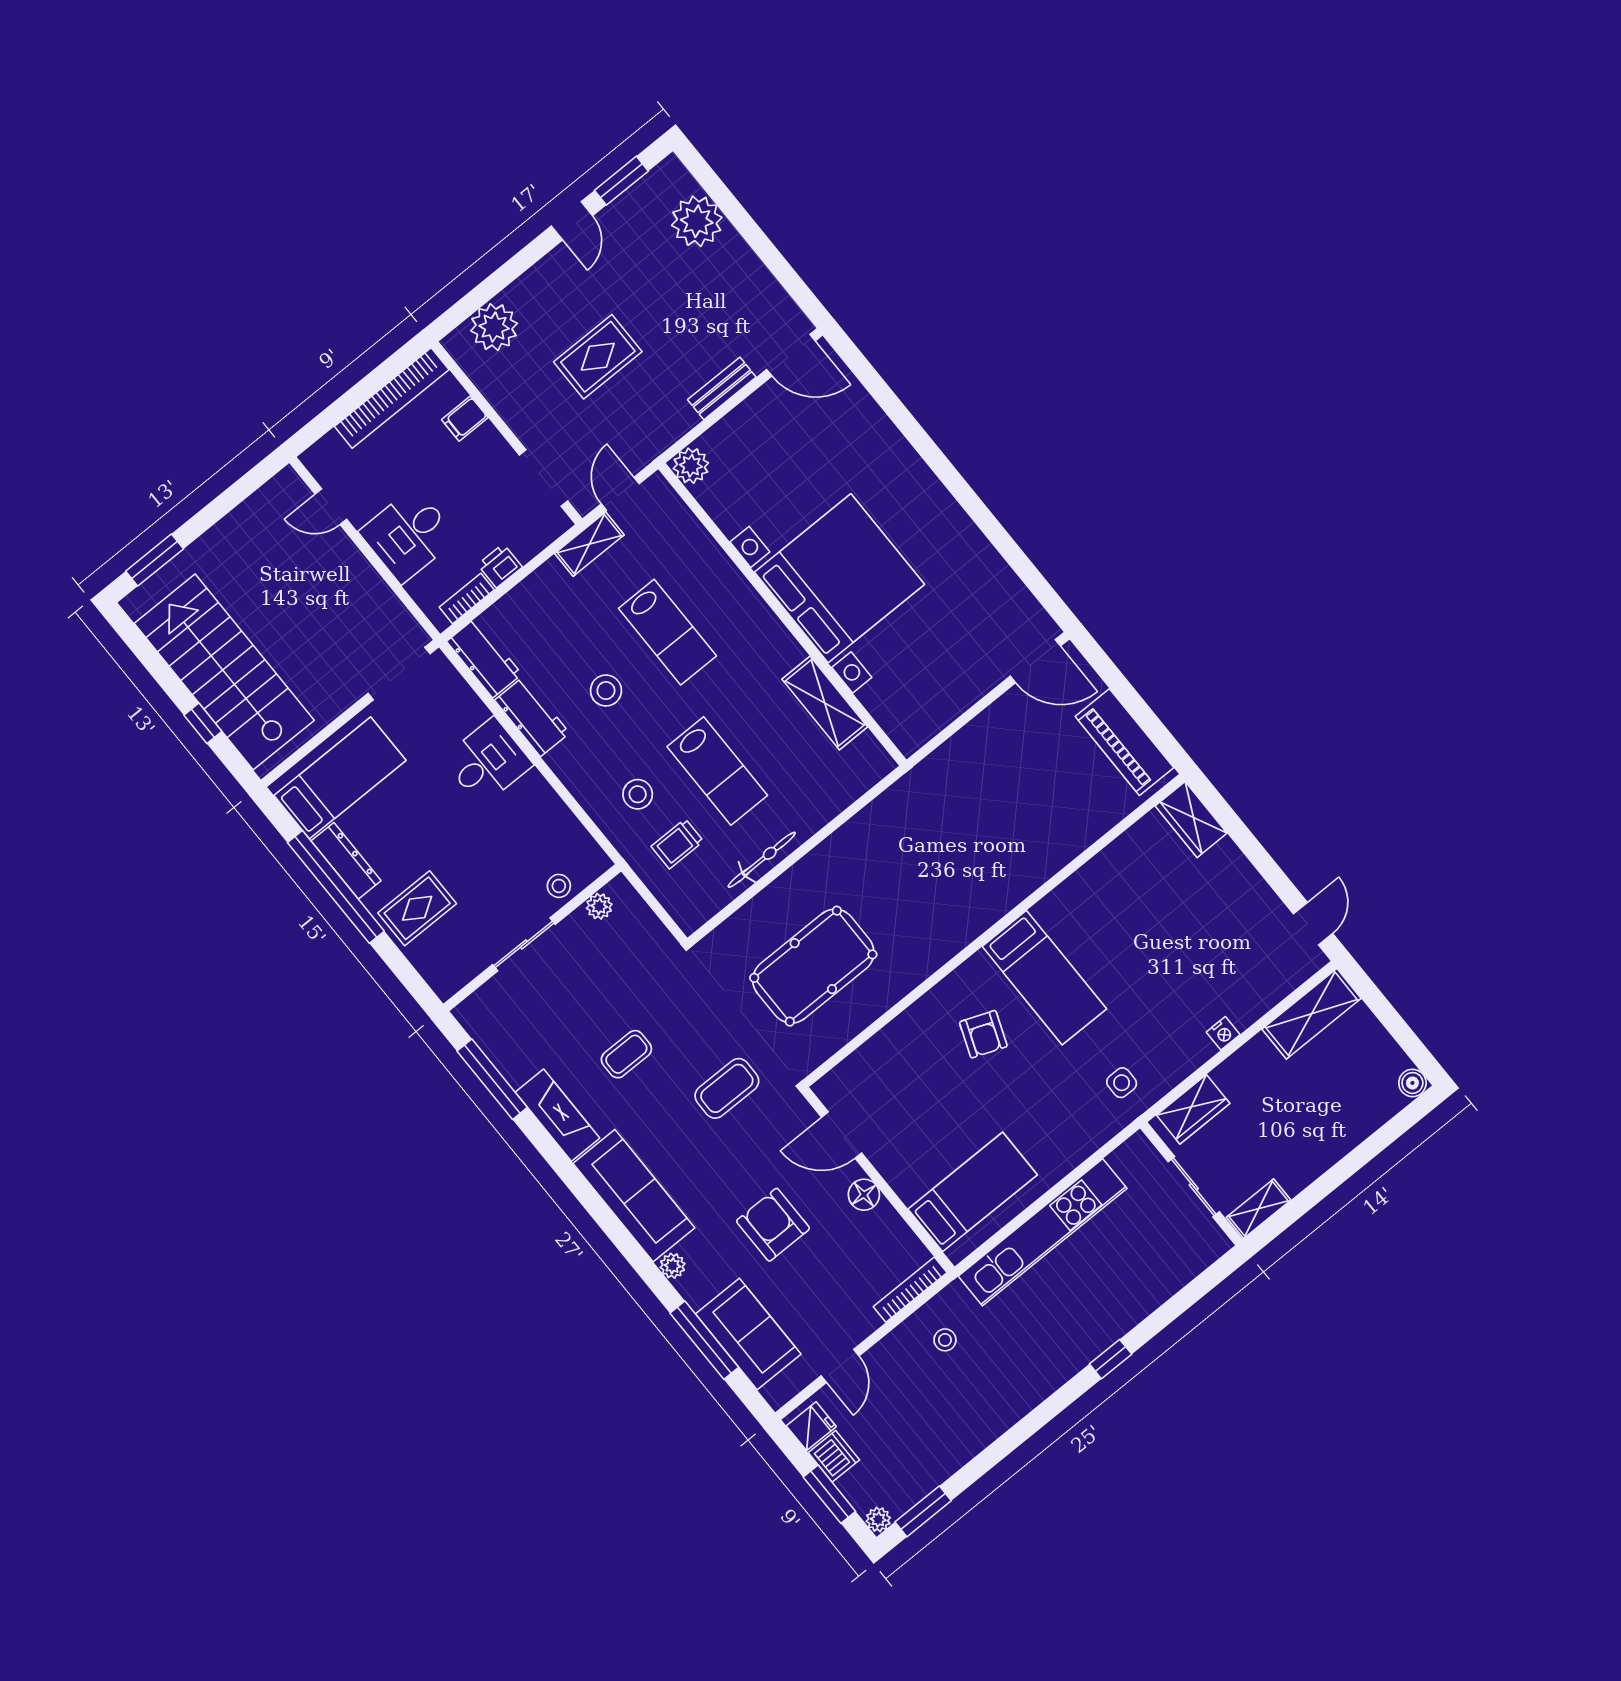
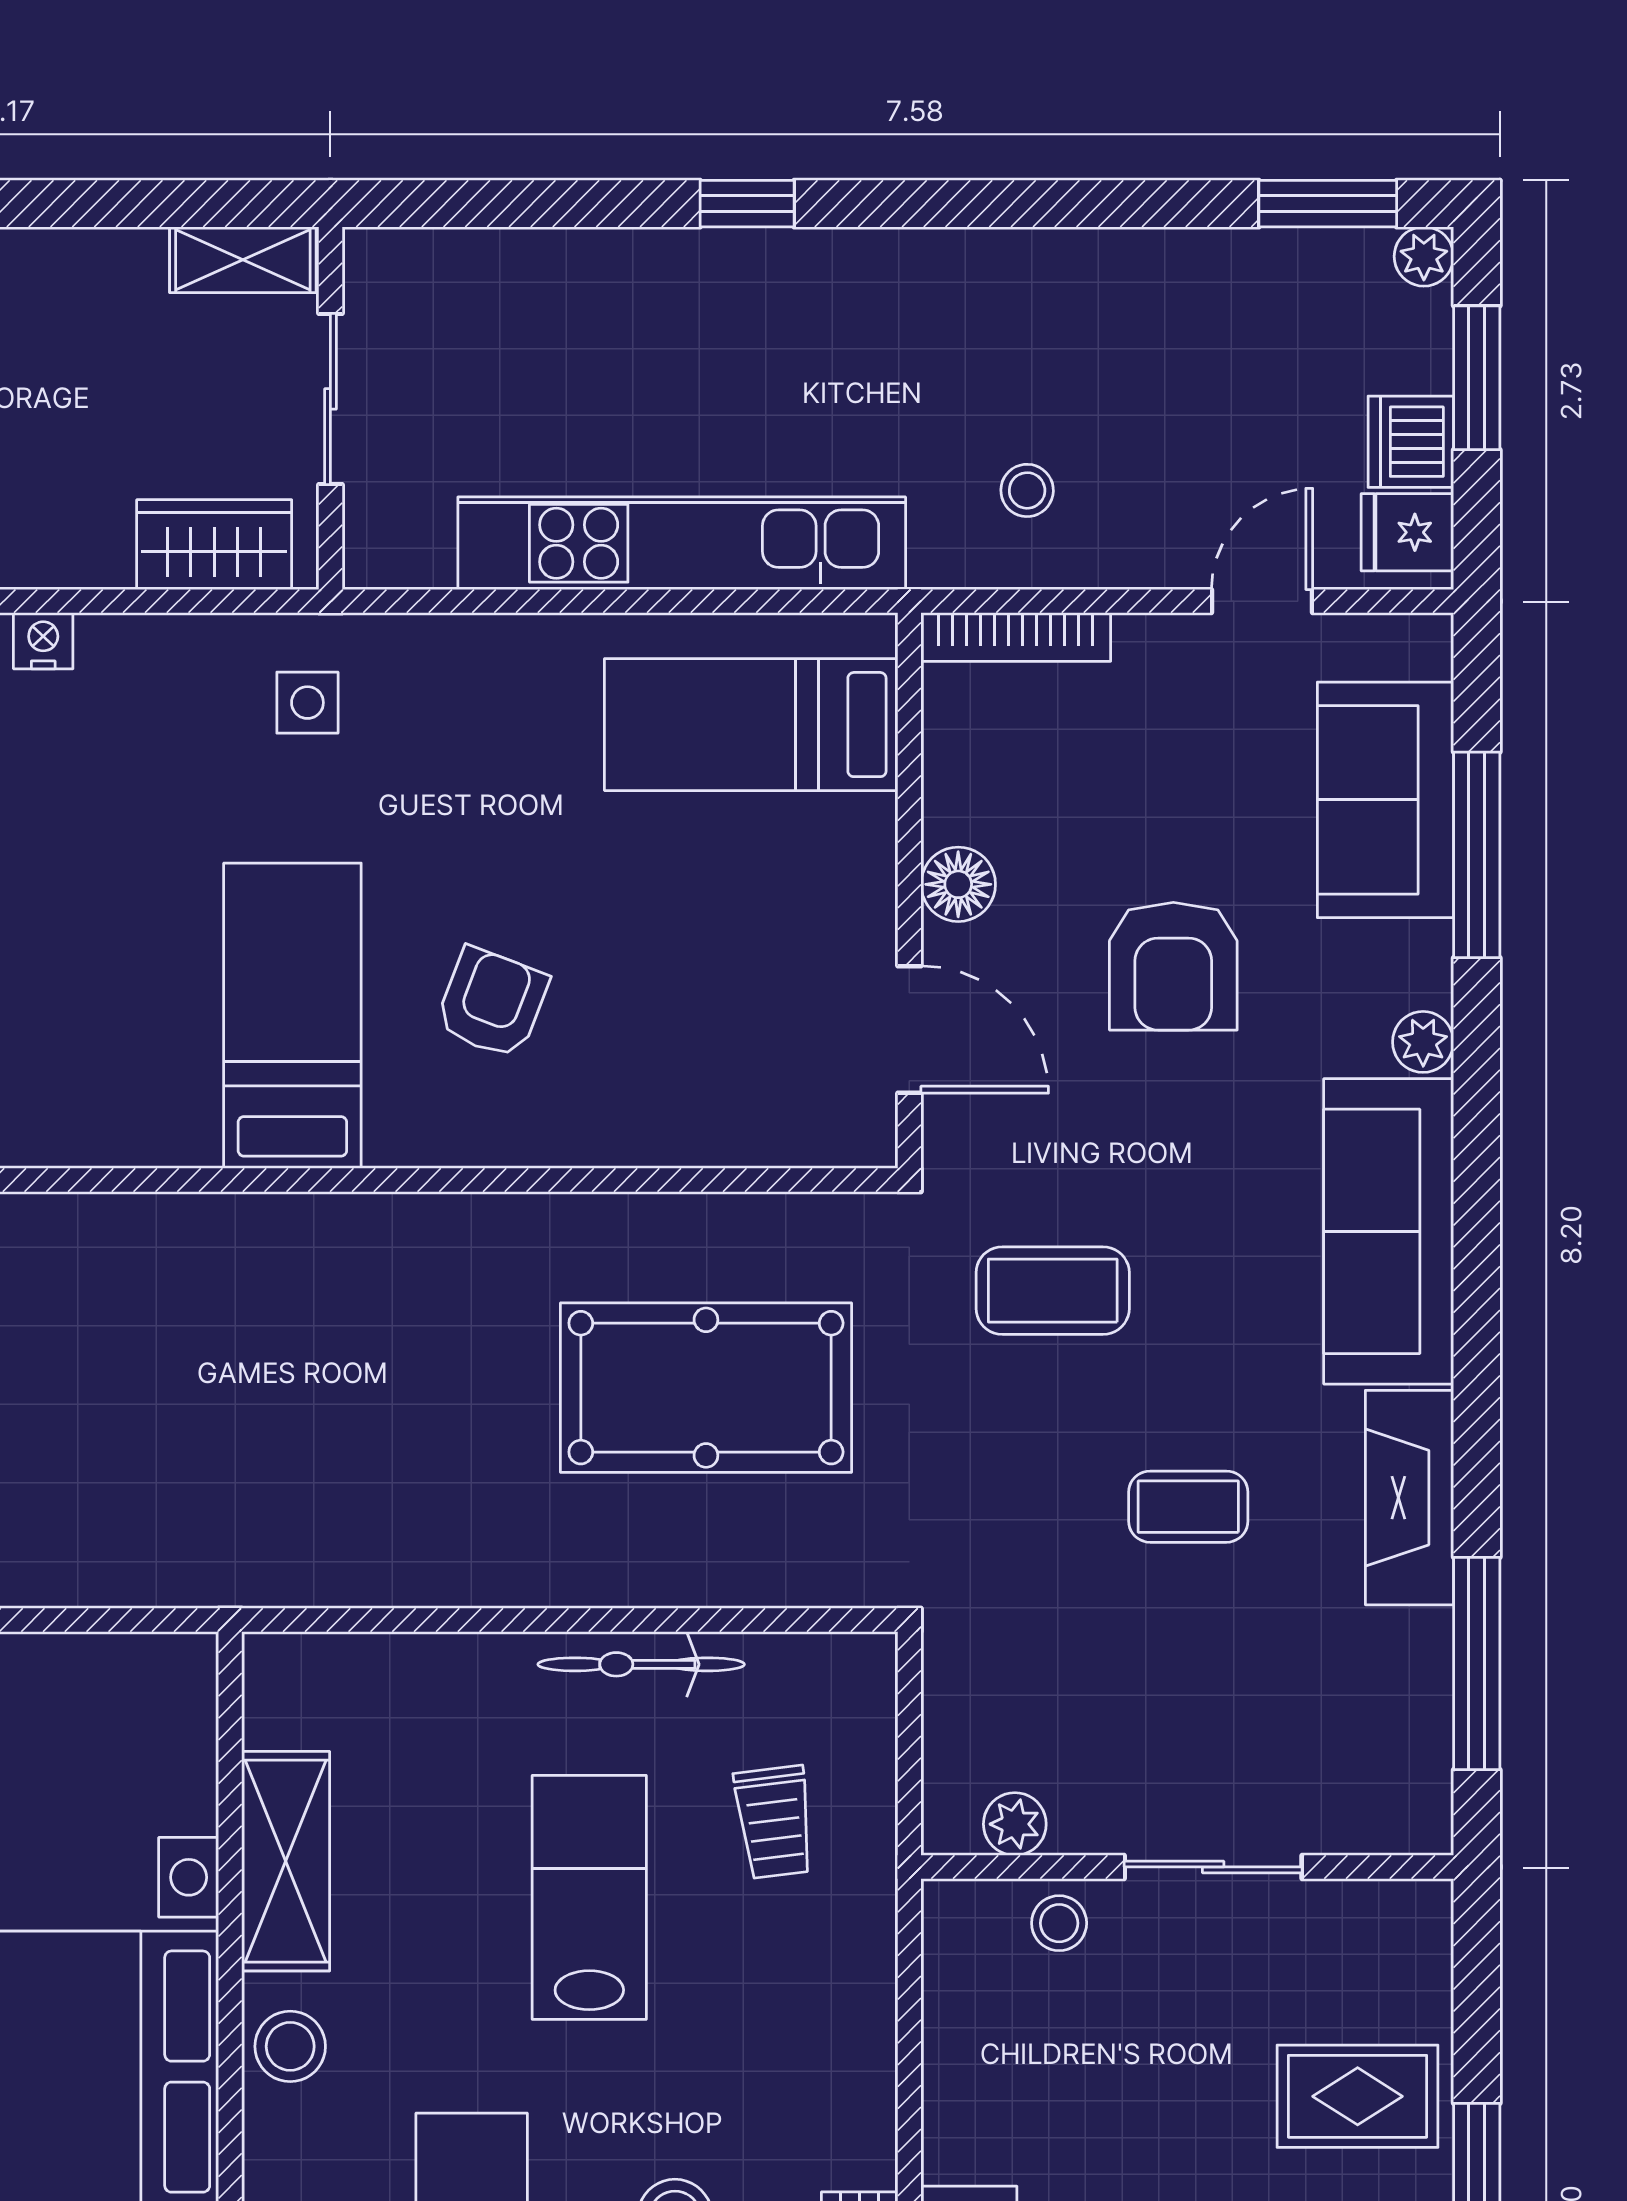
stool: (638, 794) -> (290, 2046), moved
trolley: (677, 844) -> (774, 1822), turned 83

